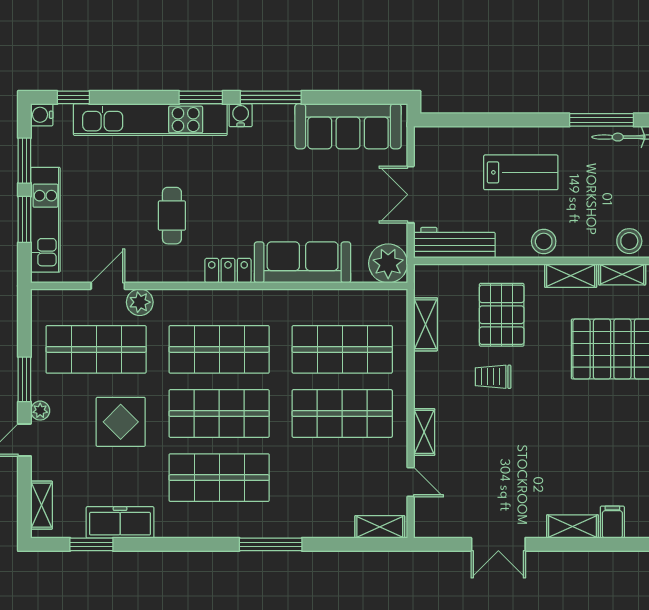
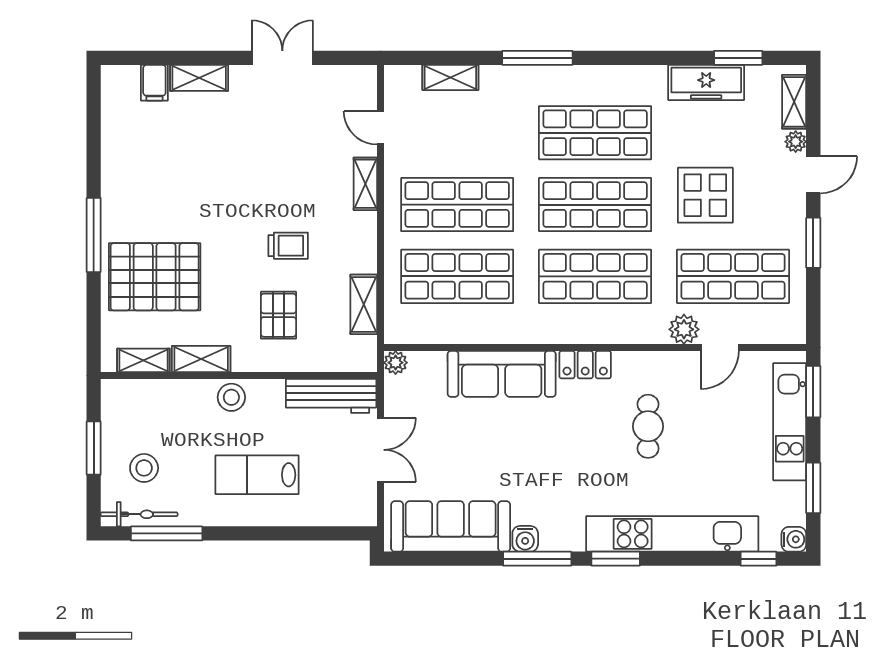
water cooler: (241, 115) -> (525, 539), moved
window: (24, 219) -> (813, 392), moved
stool: (629, 241) -> (144, 468), moved
plant: (388, 263) -> (396, 363), width x0.53, depth x0.53
pallet: (502, 315) -> (278, 315), width x0.67, depth x0.71
plant: (40, 411) -> (796, 142), moved
shelving: (380, 527) -> (450, 77), moved

